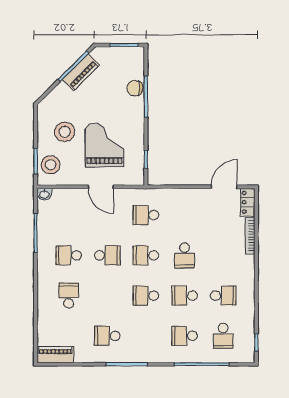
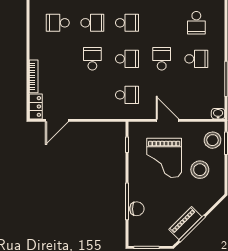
school desk: (107, 255) -> (162, 59), turned 90

